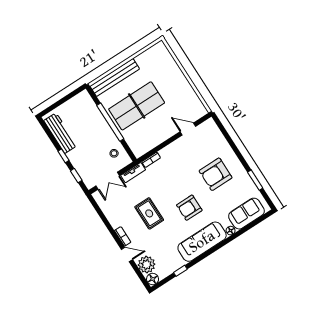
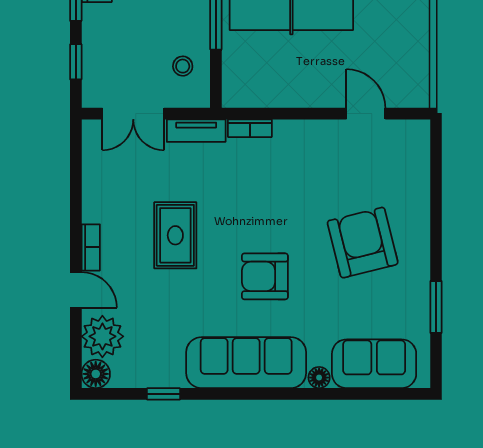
armchair: (216, 174) -> (363, 243), turned 76

